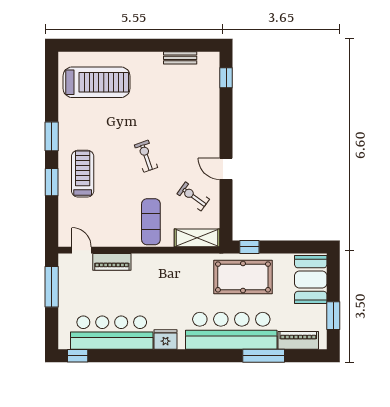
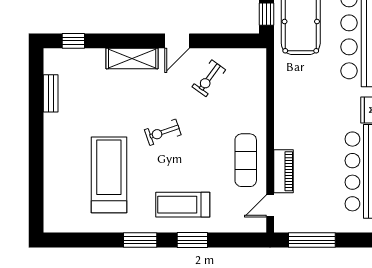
treadmill: (97, 82) -> (109, 175), moved
exercise mat: (151, 222) -> (246, 160), moved, turned 90
shelving: (197, 238) -> (132, 58), moved, turned 90

